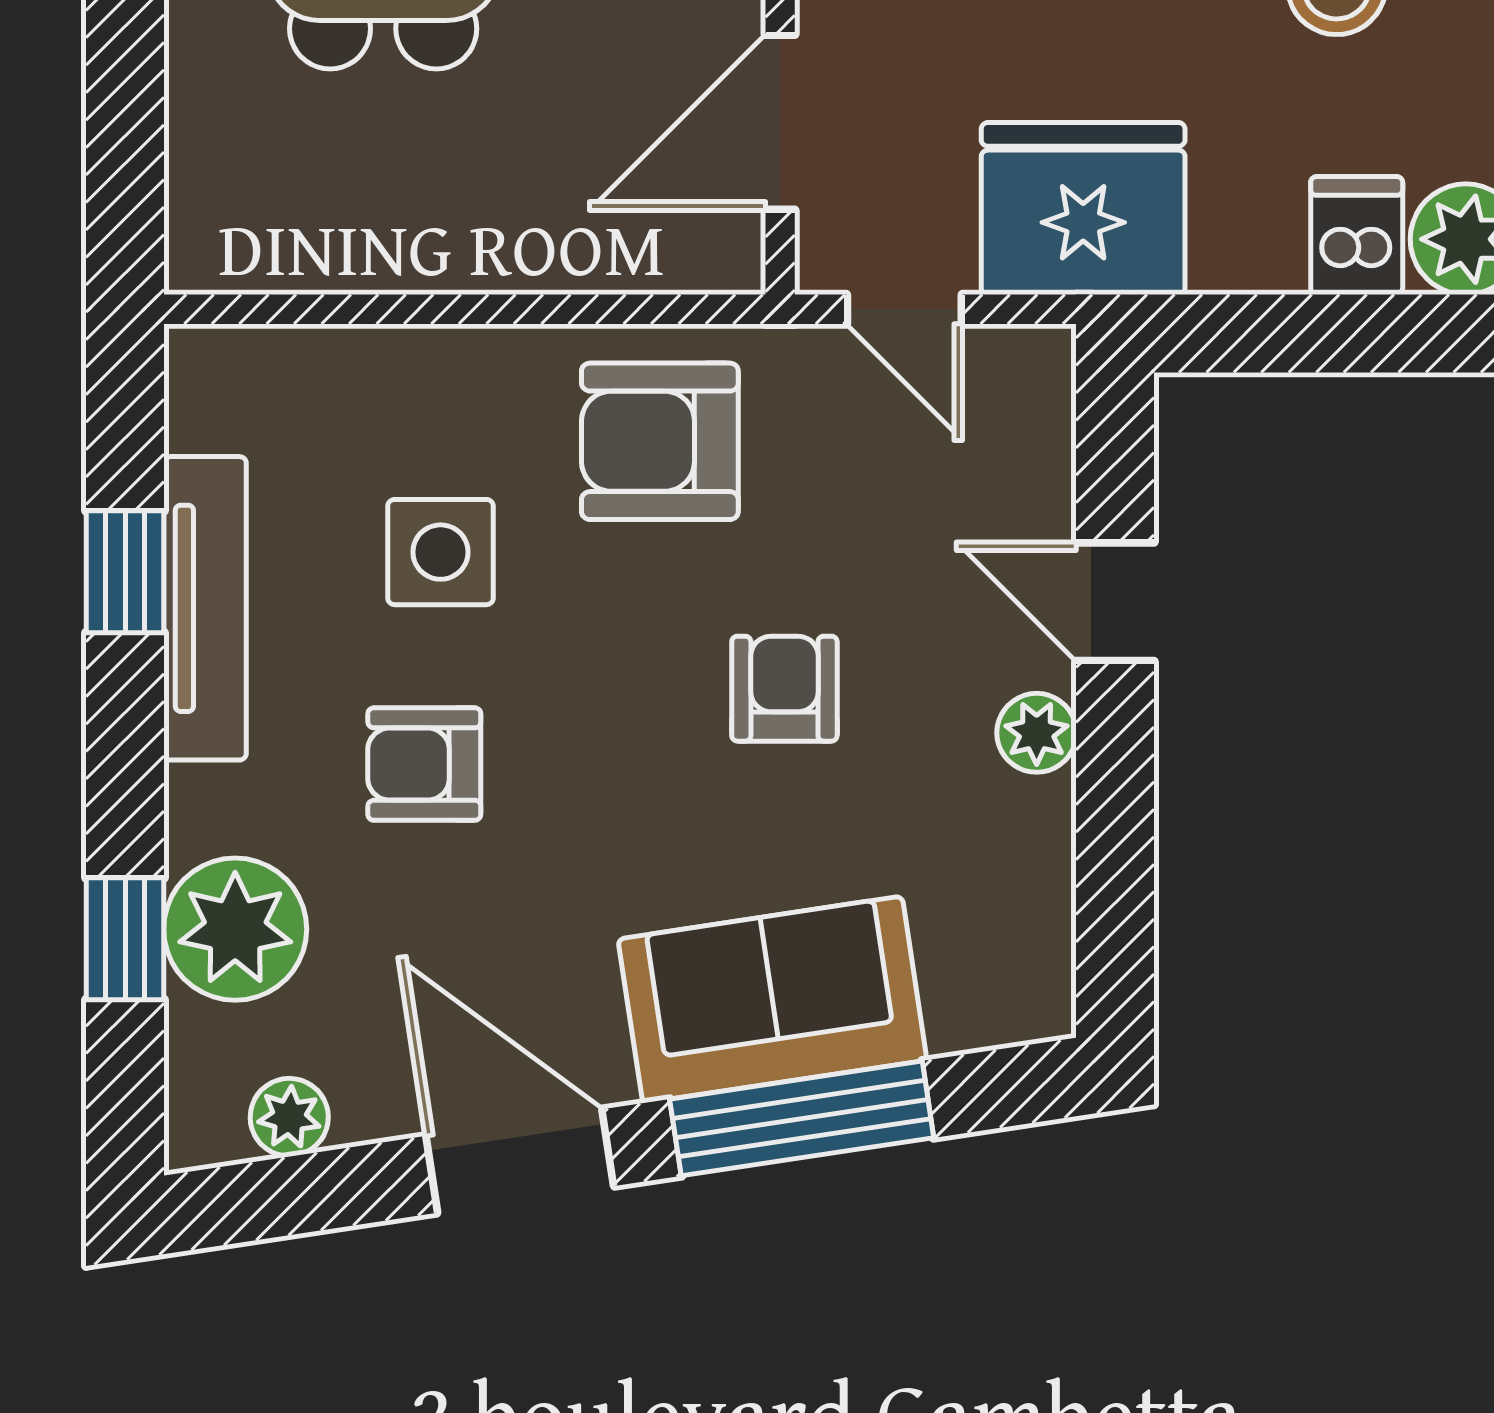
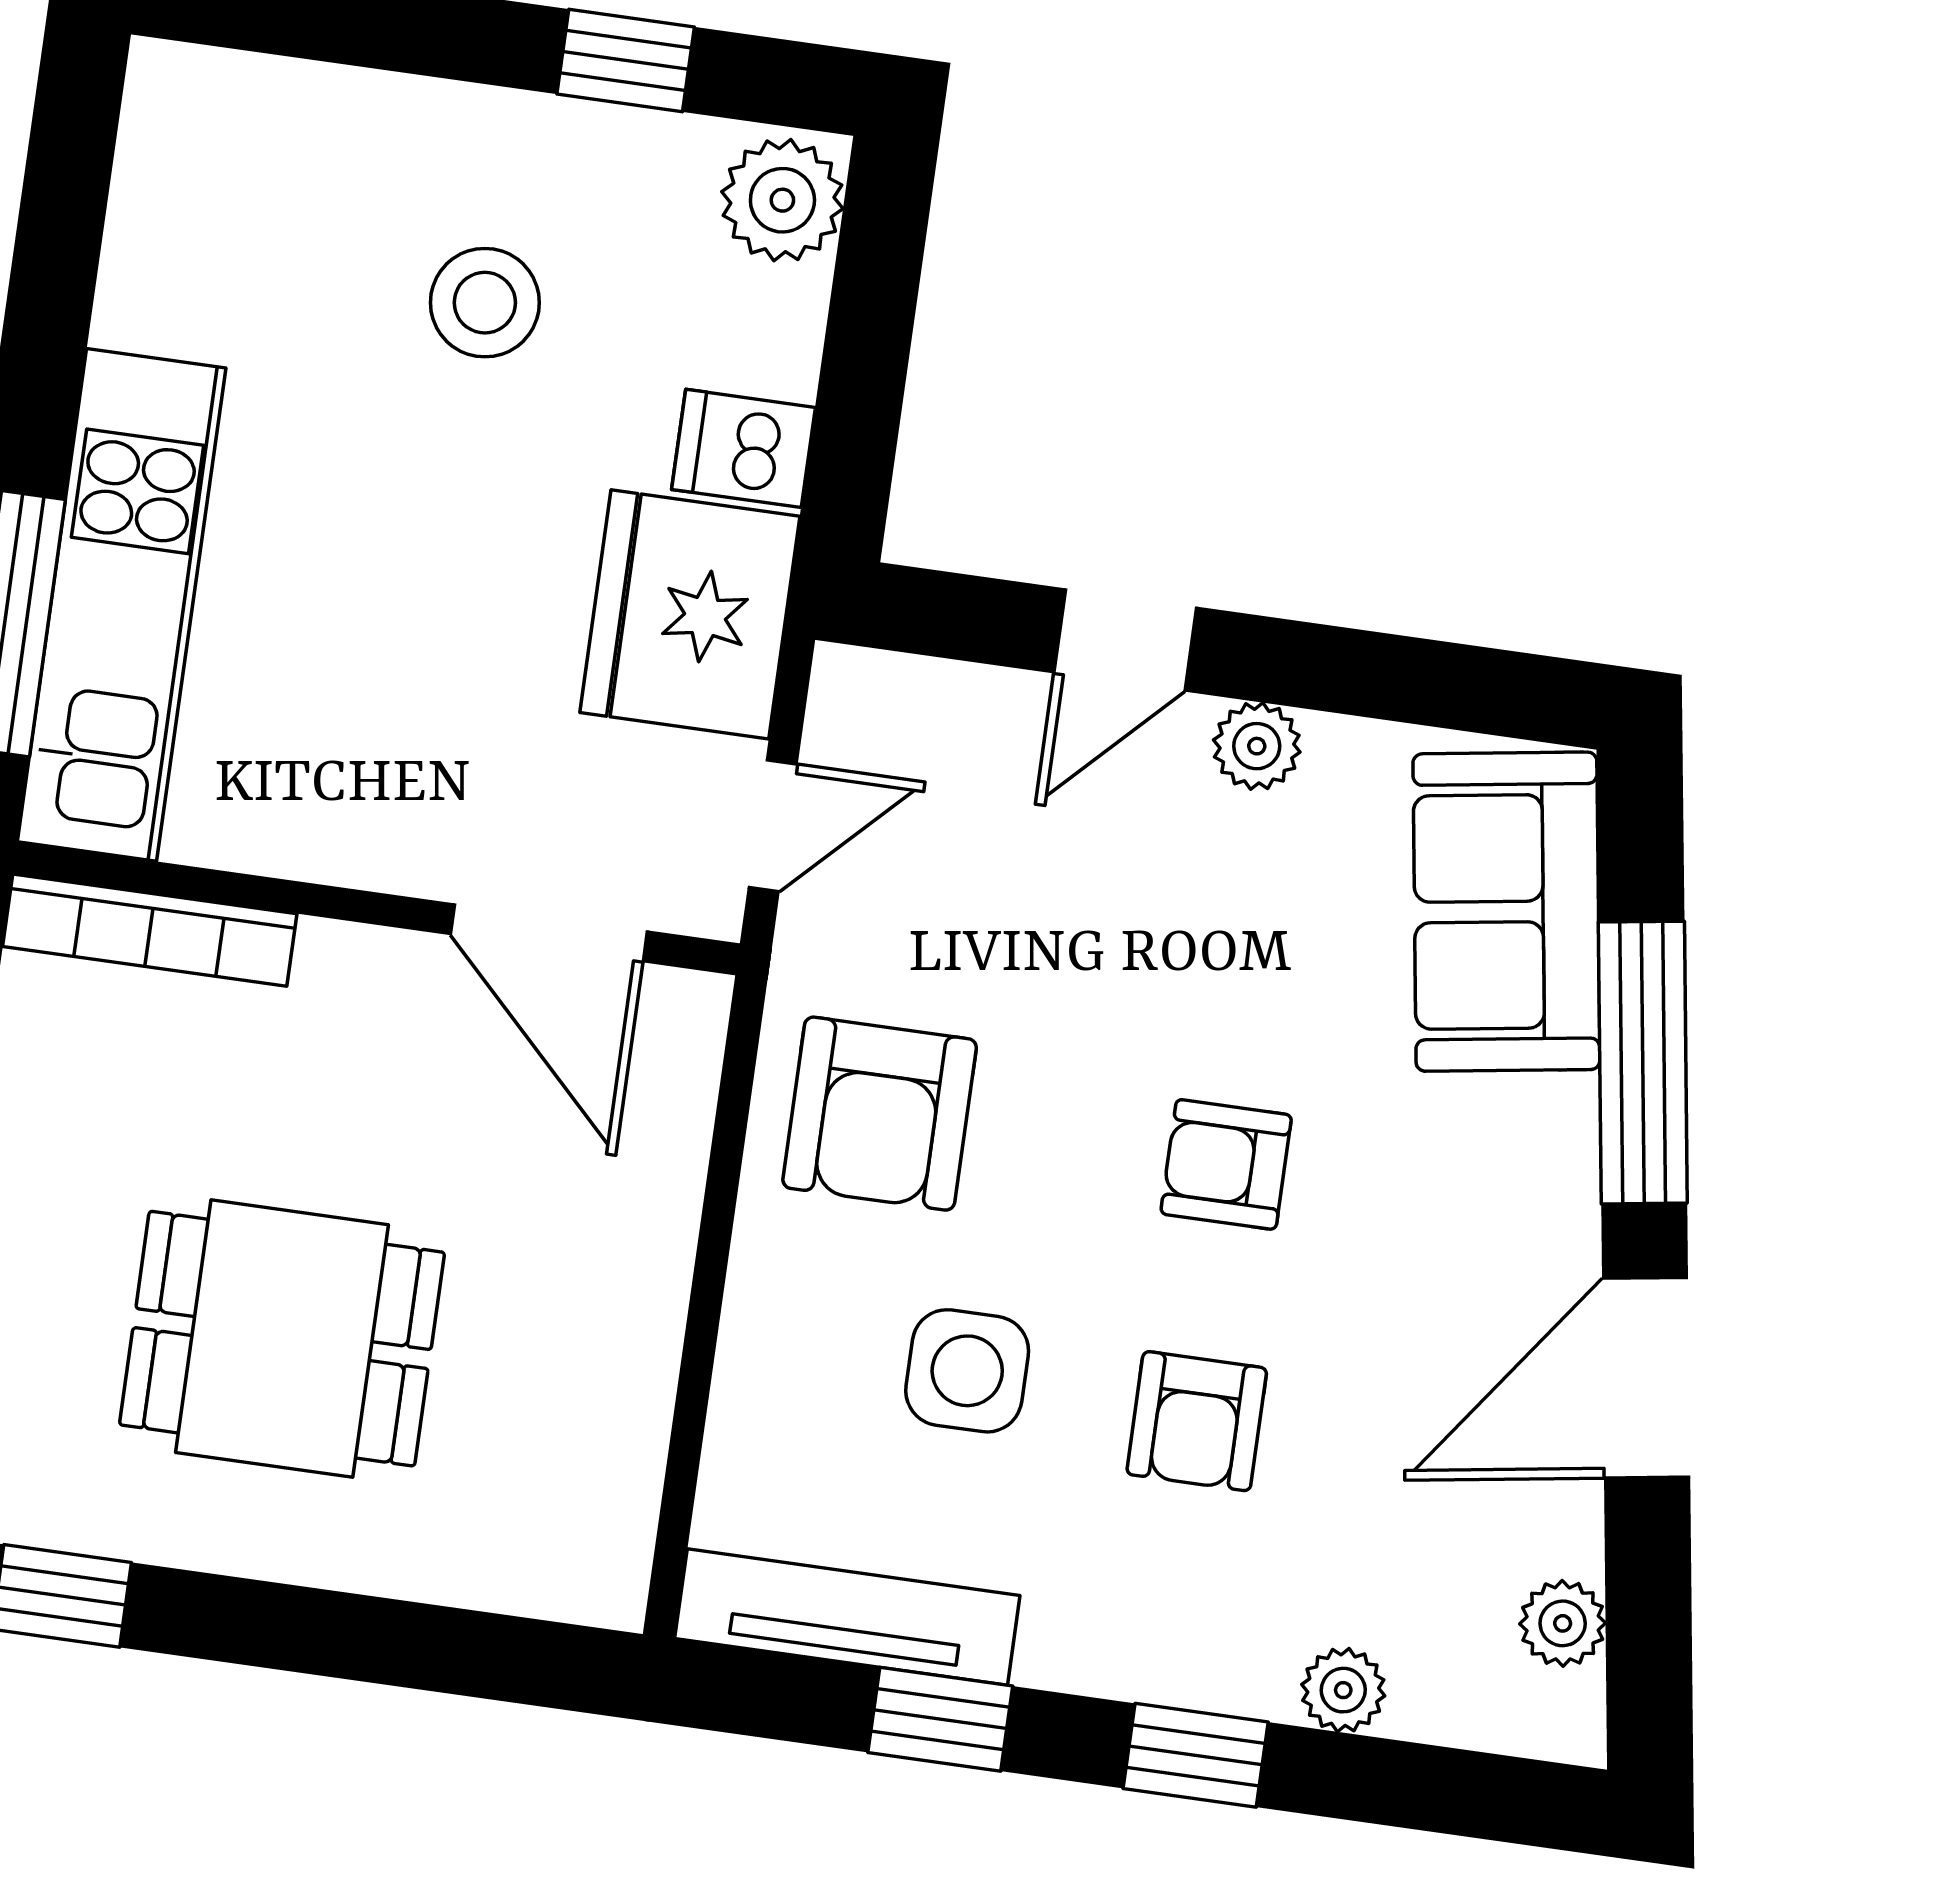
dishwasher: (1357, 236) -> (743, 448), moved
tv unit: (205, 608) -> (847, 1617), moved
armchair: (784, 689) -> (1226, 1164), moved
plant: (235, 929) -> (1343, 1690), width x0.53, depth x0.53
window: (125, 939) -> (1196, 1755), moved
sofa: (772, 1000) -> (1506, 912), moved

